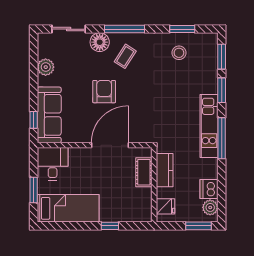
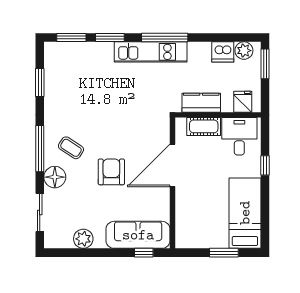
stool: (179, 53) -> (67, 86), removed
armchair: (104, 92) -> (111, 172), turned 90
door: (110, 145) -> (173, 165), hinge flipped
desk: (53, 164) -> (239, 136), moved, turned 90

